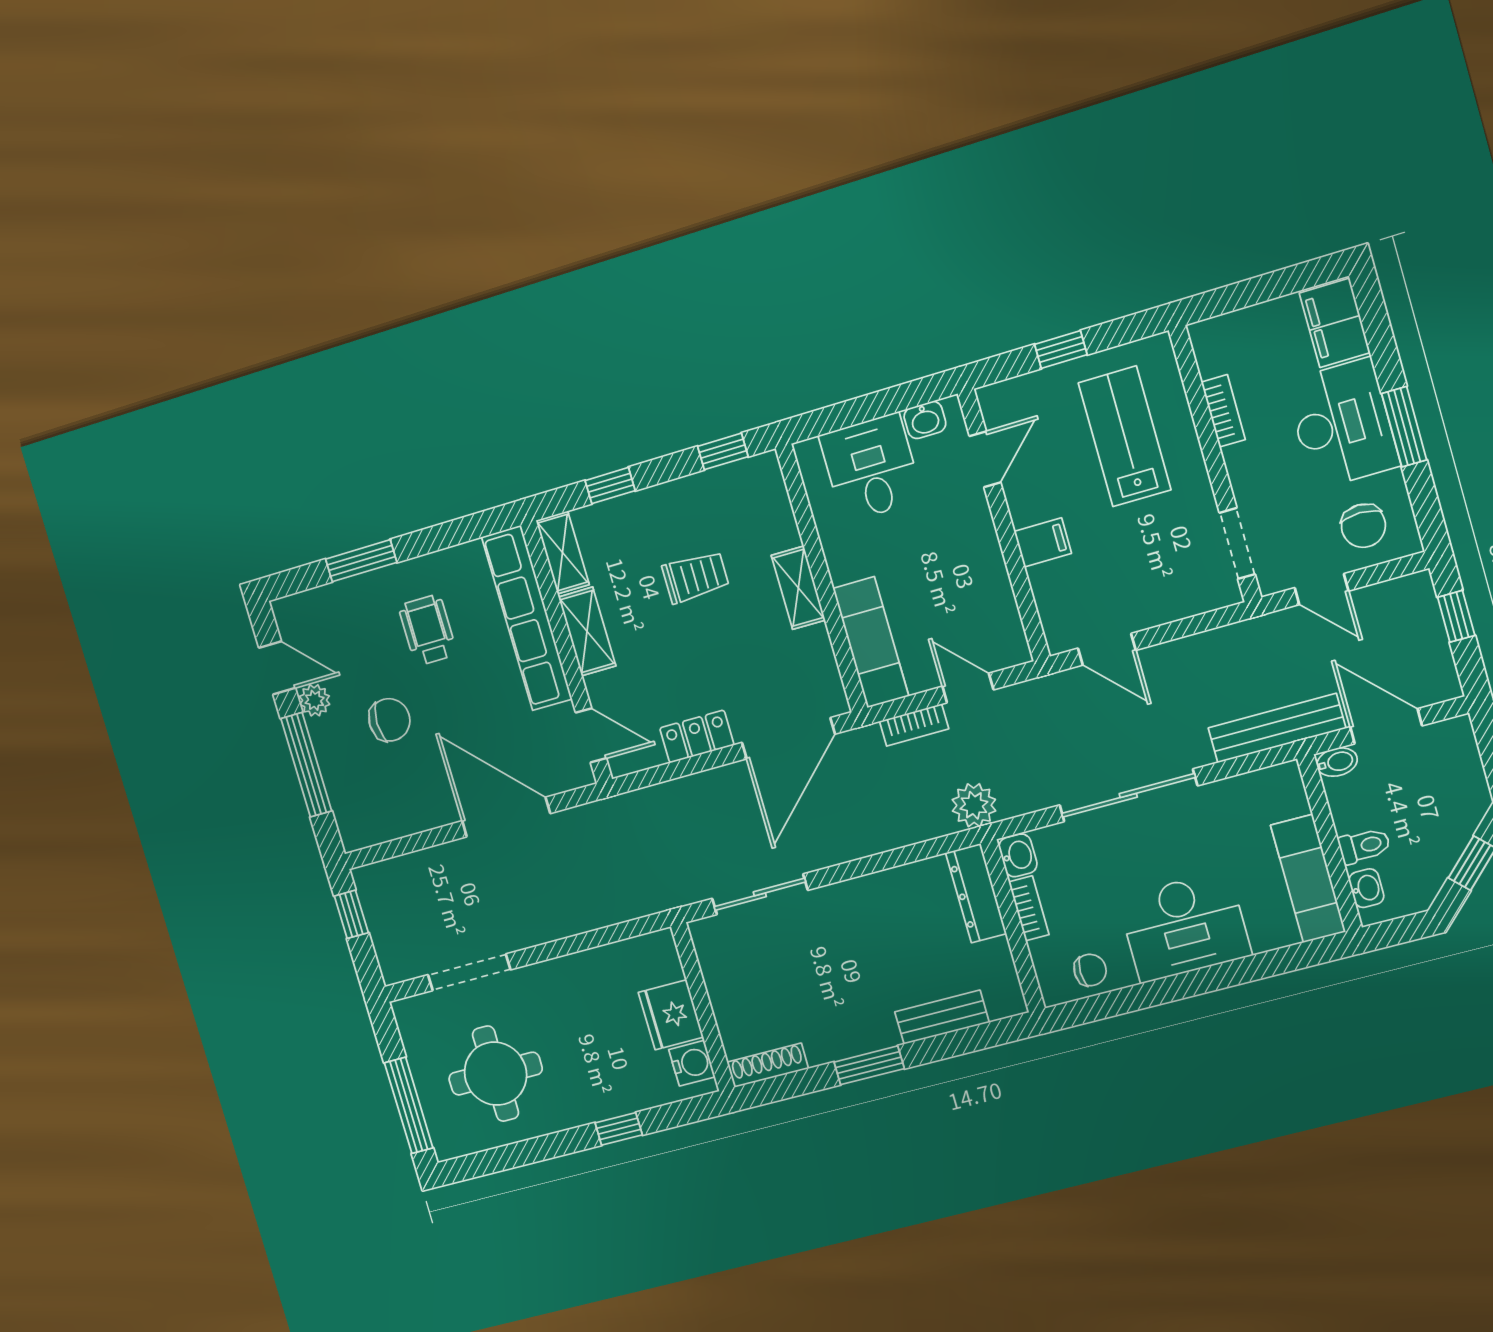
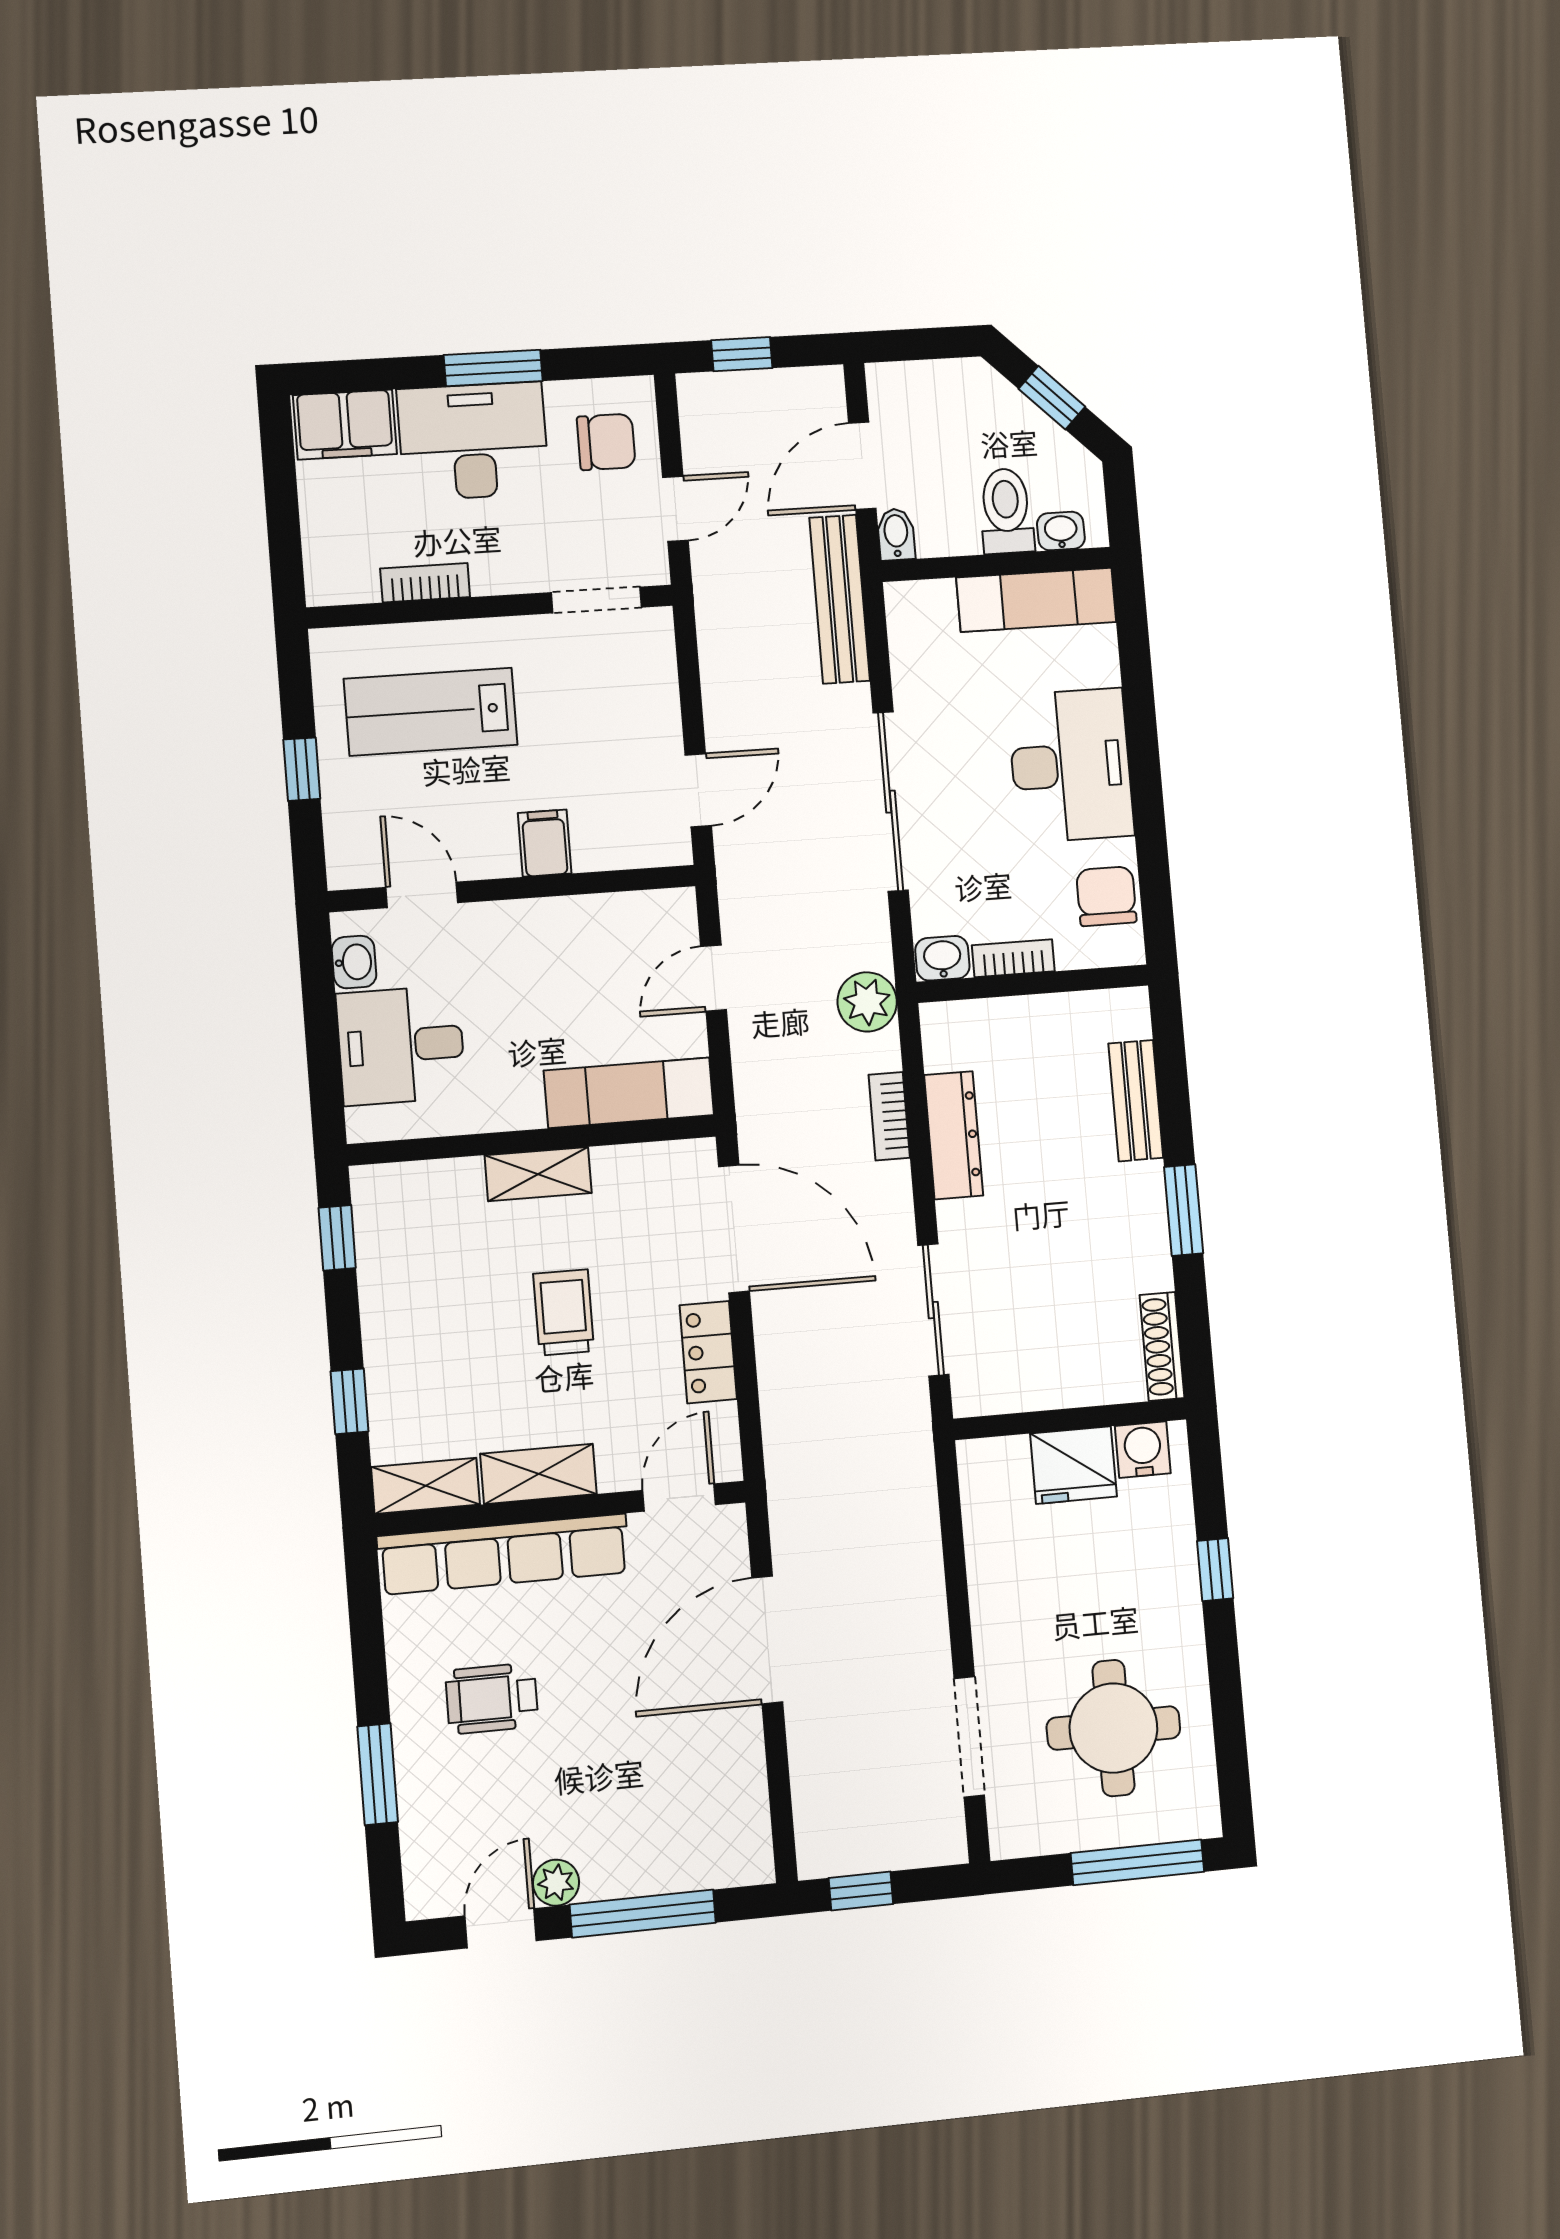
trolley: (695, 577) -> (564, 1312), moved
chair: (389, 720) -> (604, 1779), removed
bookcase: (914, 725) -> (889, 1116), moved, turned 180
toilet: (1364, 846) -> (1006, 511), width x1.37, depth x1.39
dresser: (976, 893) -> (954, 1135), moved, turned -90
chair: (1090, 970) -> (1106, 896), width x1.37, depth x1.37

